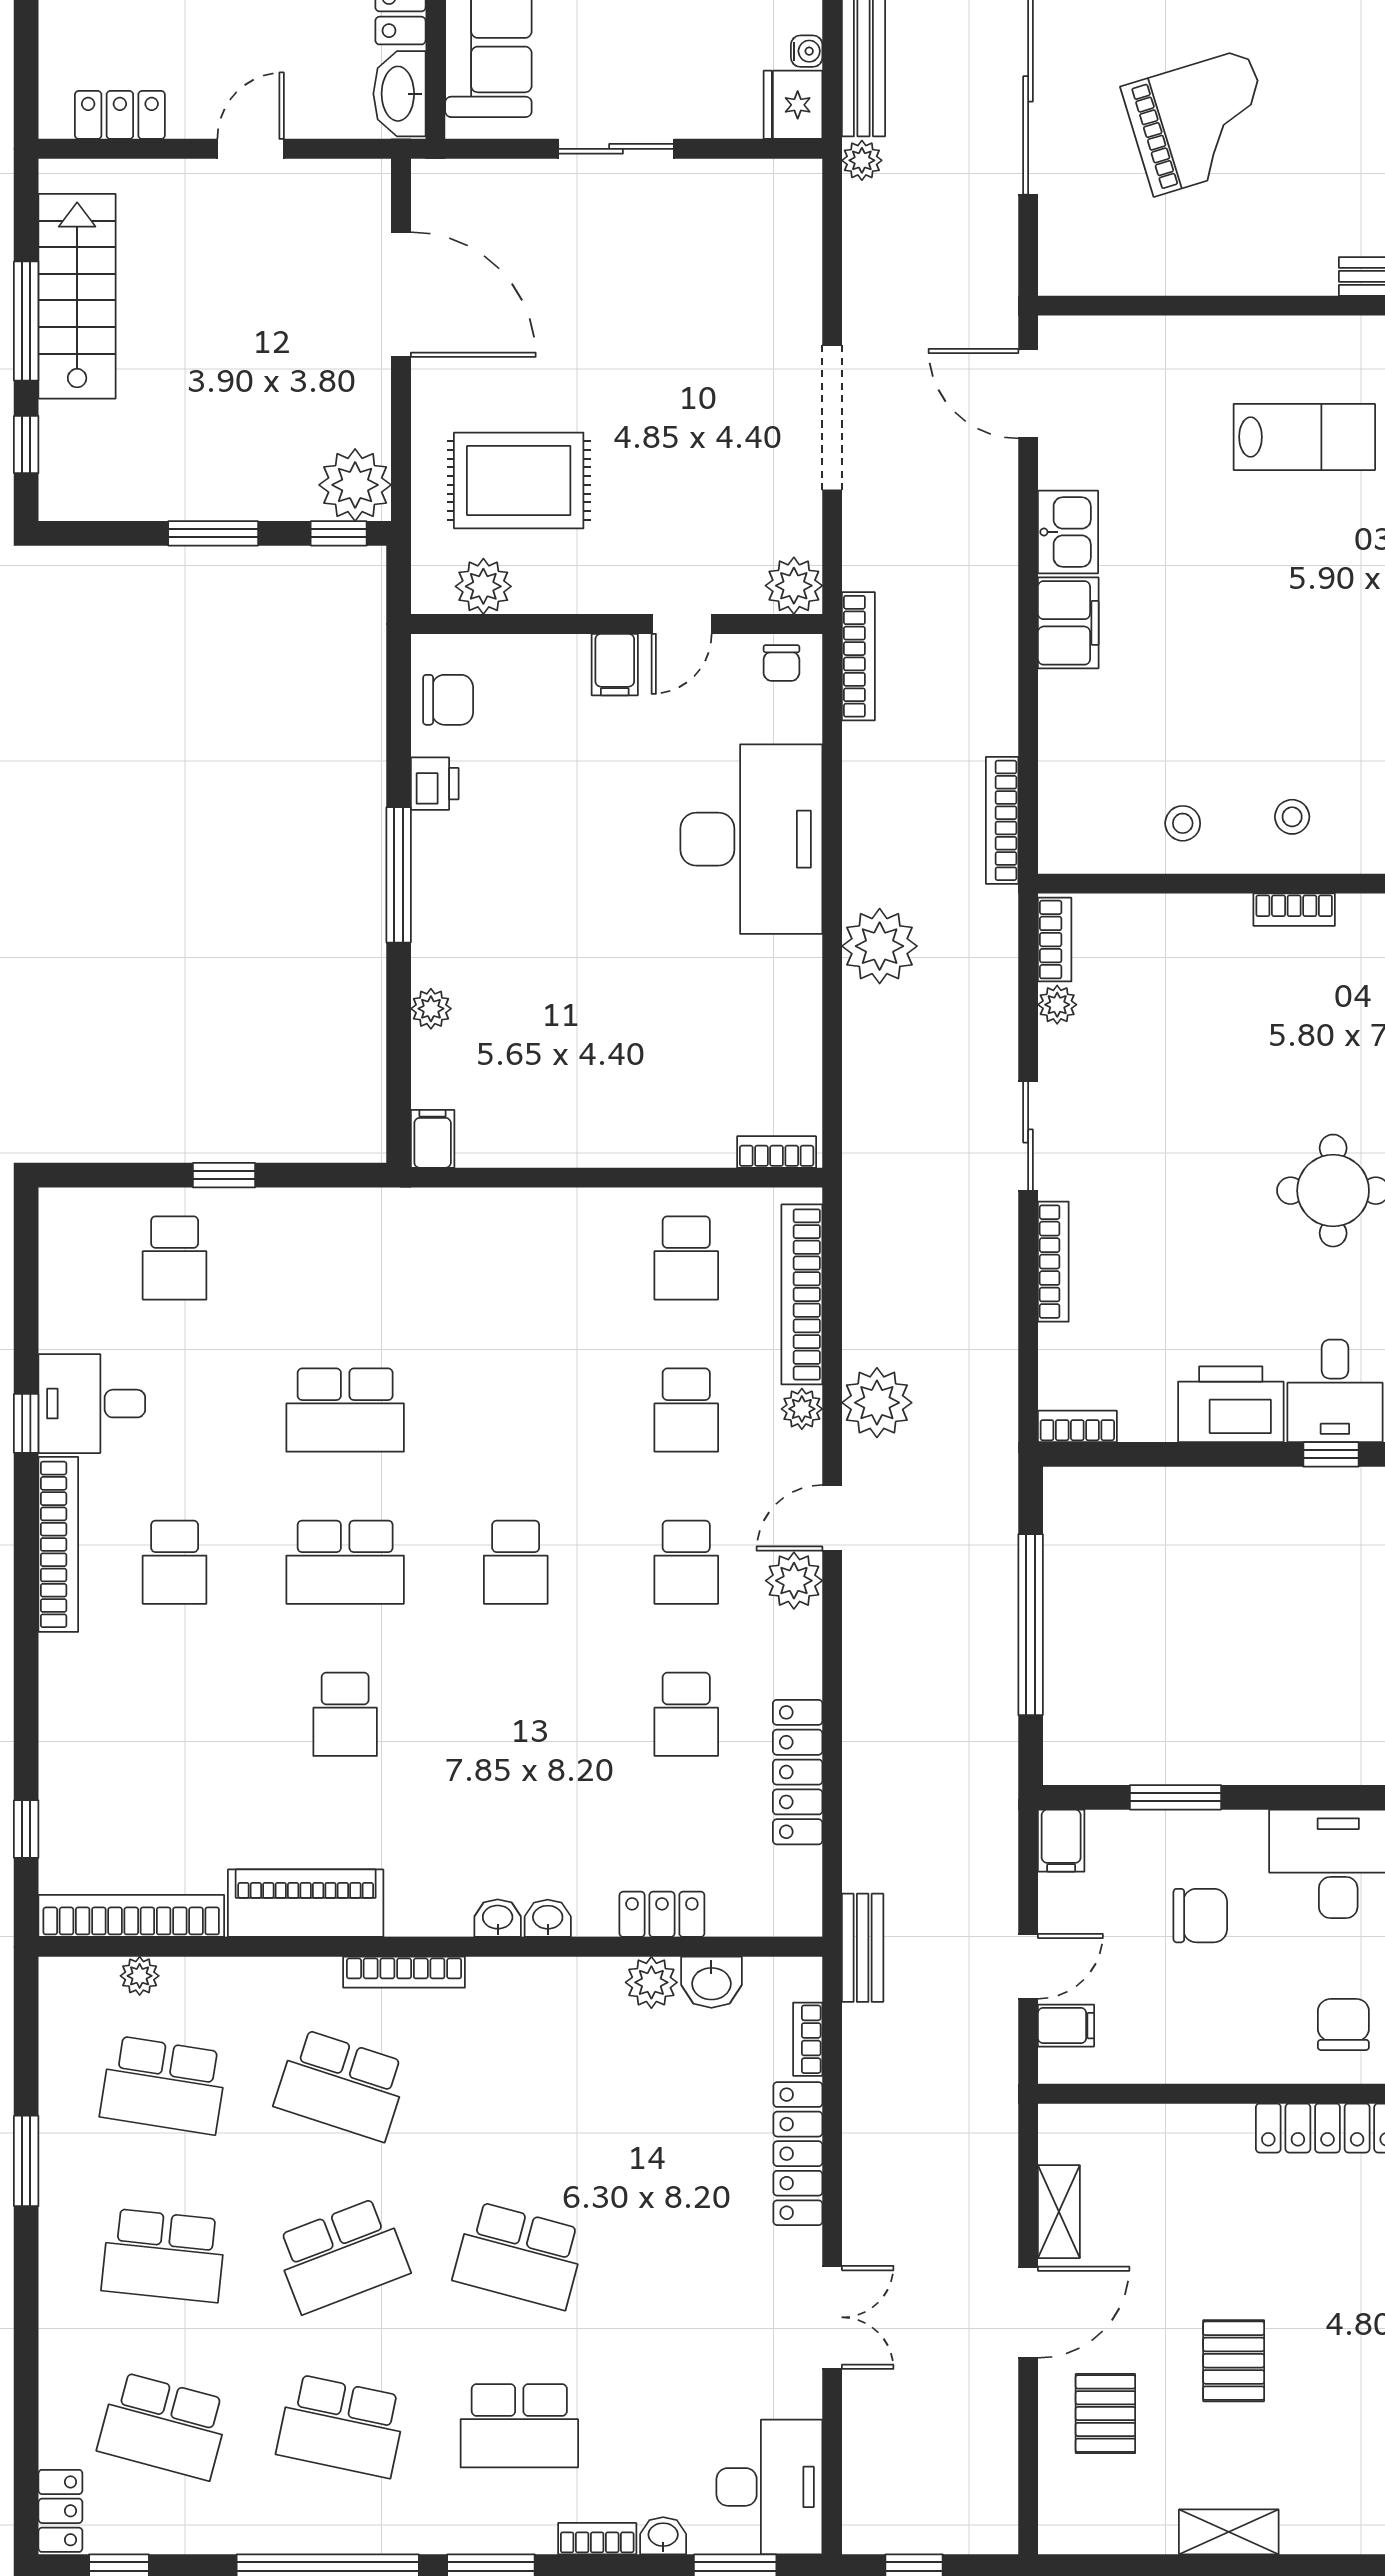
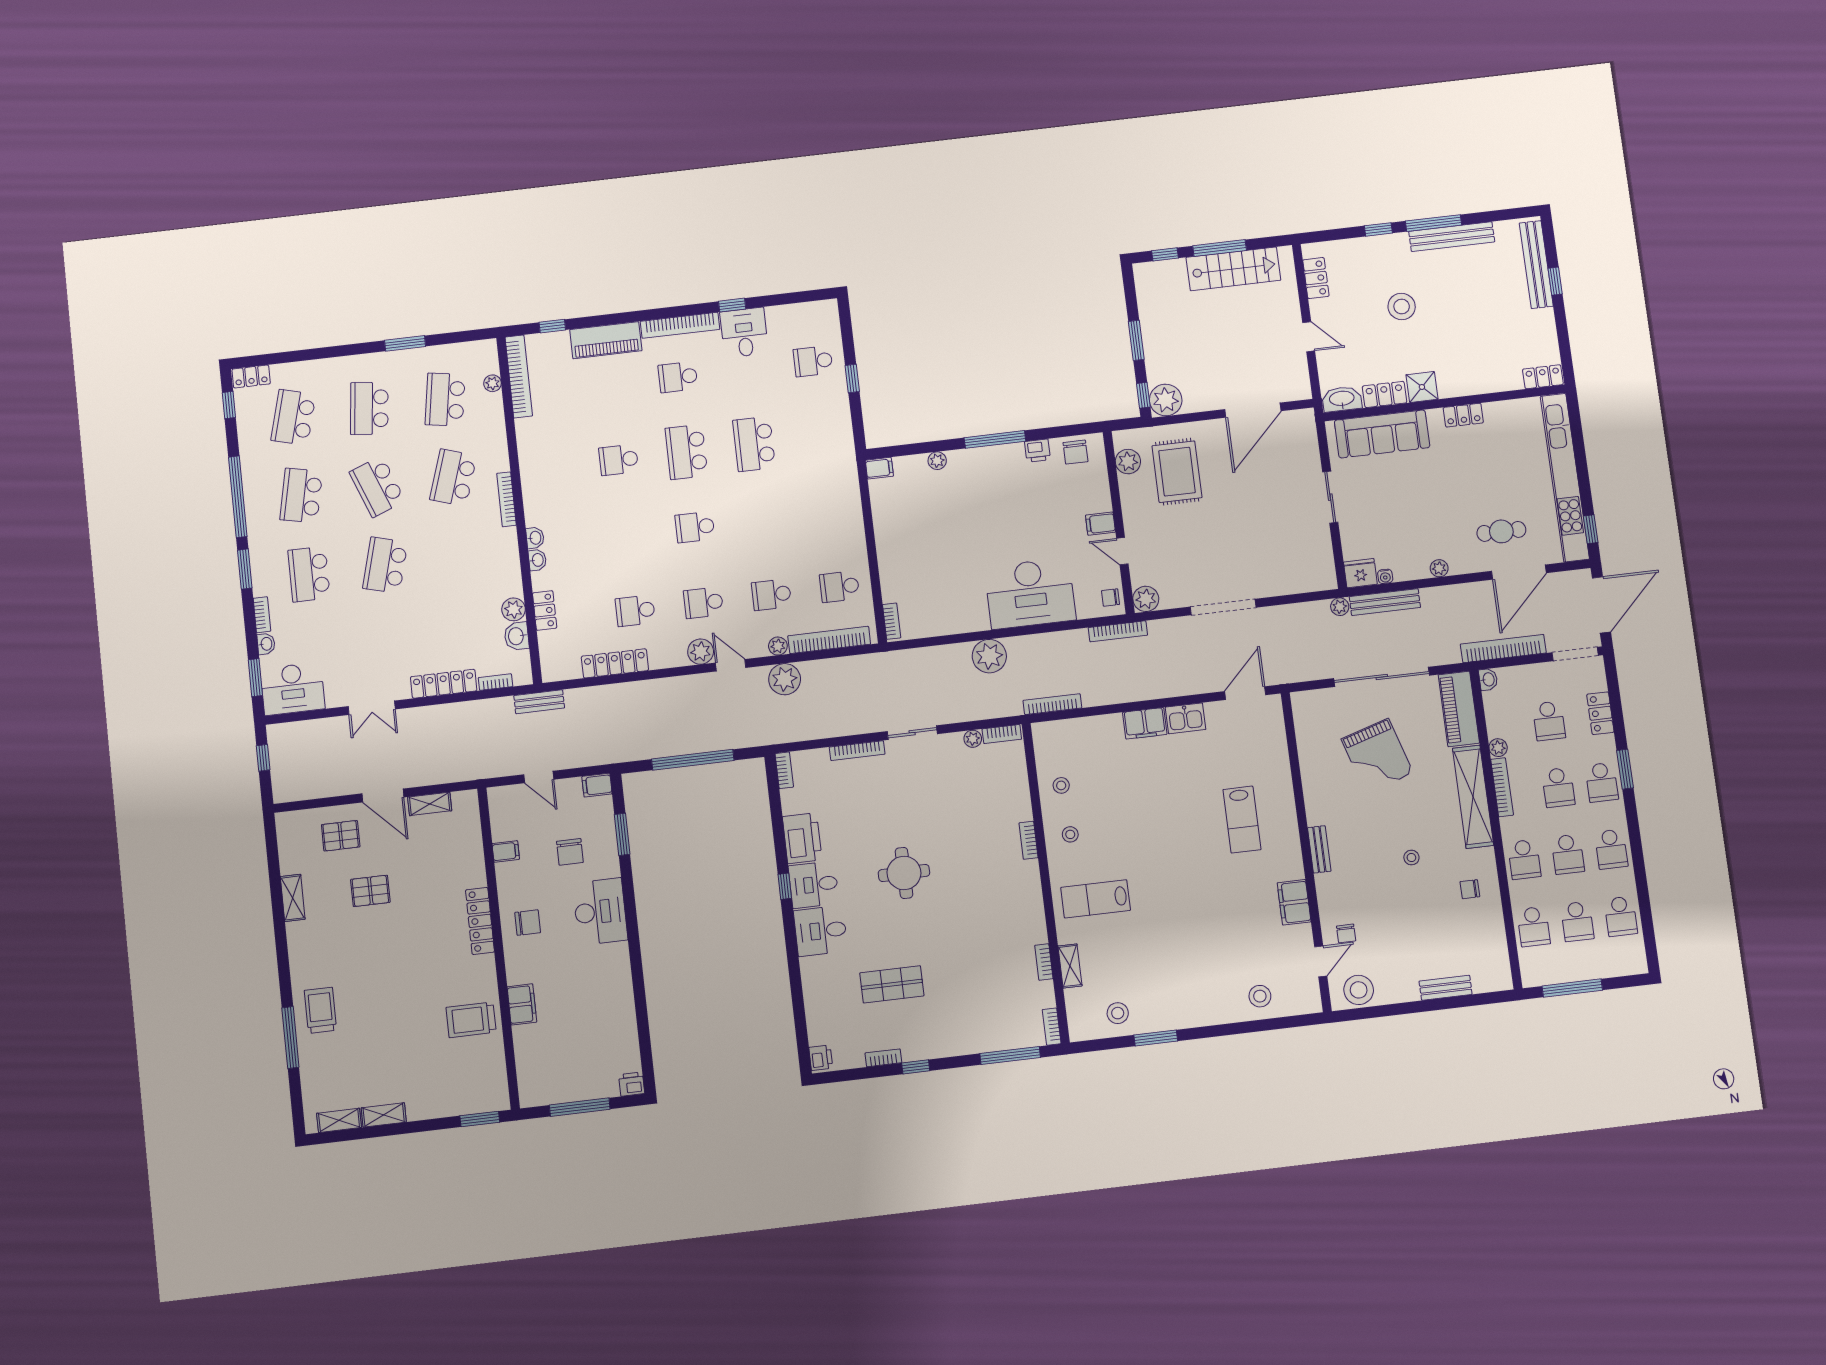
piano: (306, 1903) -> (606, 340), moved, turned 90
filing cabinet: (1066, 2026) -> (506, 851), moved, turned -90

